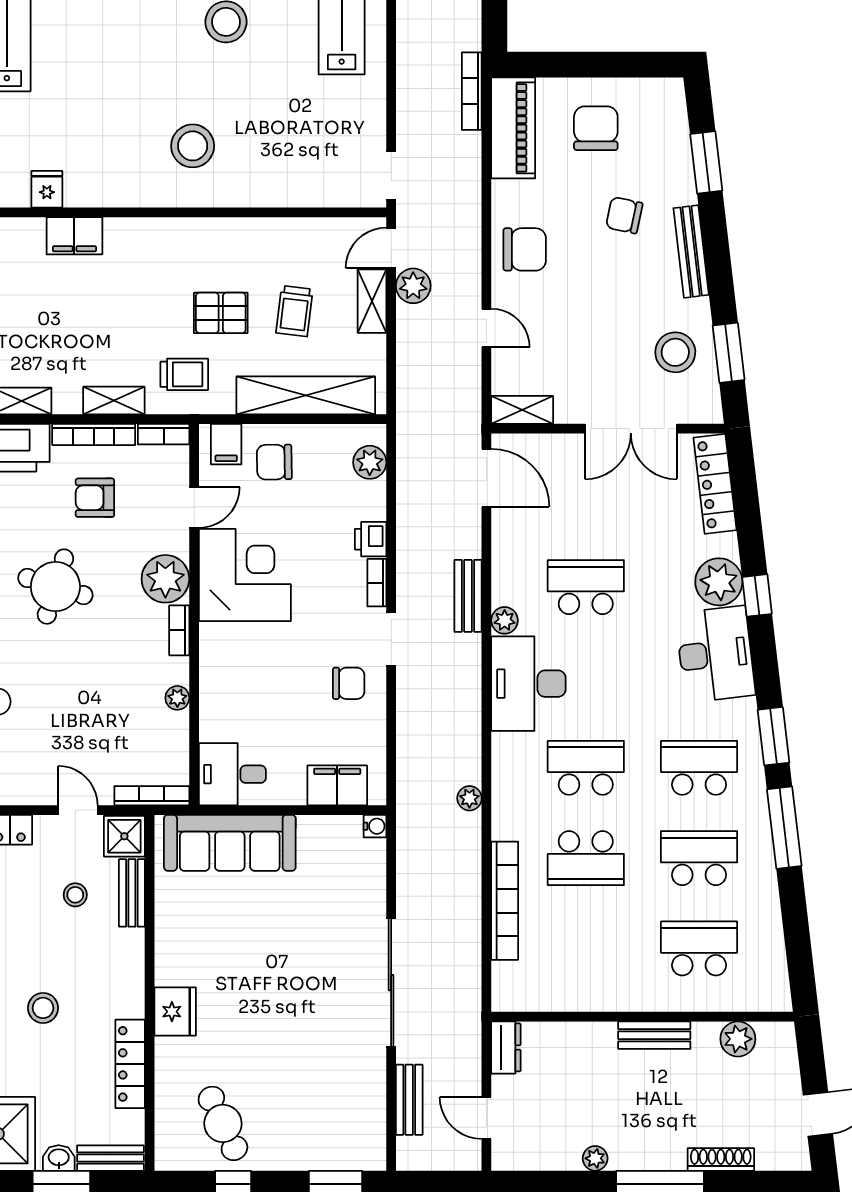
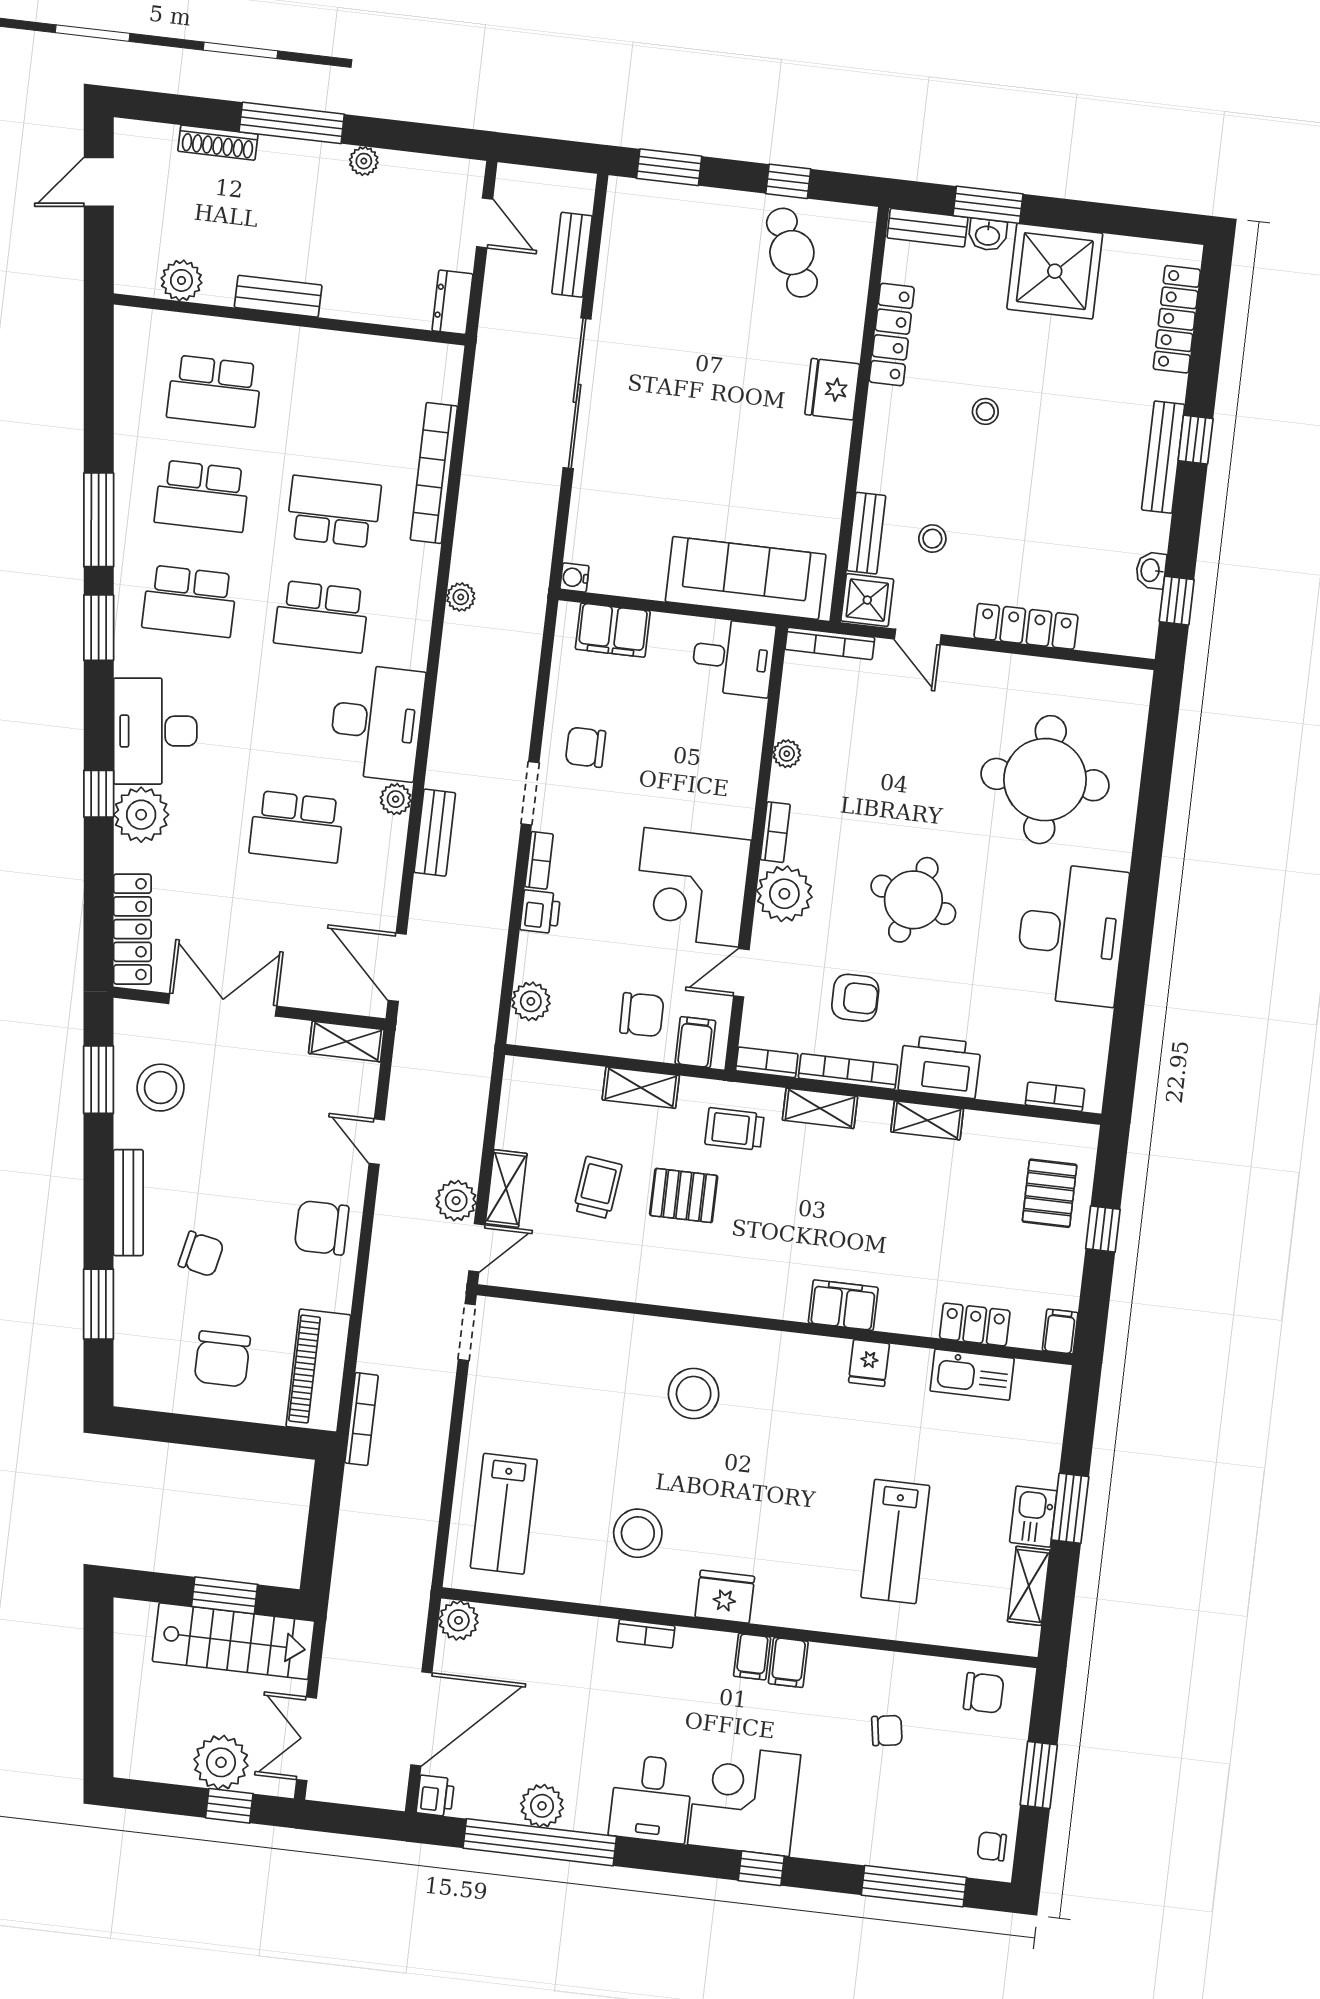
shelving: (306, 395) -> (641, 1088), width x0.45, depth x0.75
stool: (43, 1008) -> (985, 411), width x0.73, depth x0.73

